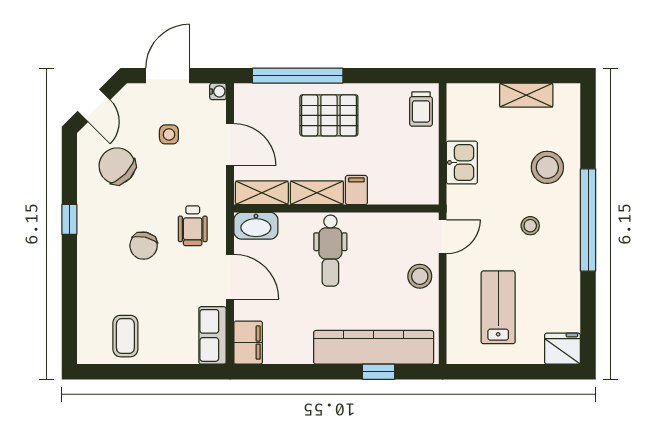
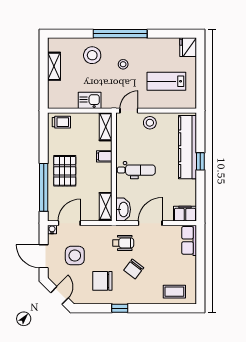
door: (94, 105) -> (59, 295), hinge flipped
side table: (169, 134) -> (75, 256), width x1.87, depth x1.87
door: (230, 145) -> (69, 223), moved
chair: (117, 166) -> (102, 281), moved, turned 46
shelving: (317, 193) -> (106, 127), moved
door: (443, 237) -> (129, 111), hinge flipped
chair: (144, 246) -> (134, 269), turned 114
row of seats: (213, 335) -> (189, 240), moved, turned 90
coffee table: (125, 336) -> (174, 292), moved
window: (378, 372) -> (200, 161), moved

